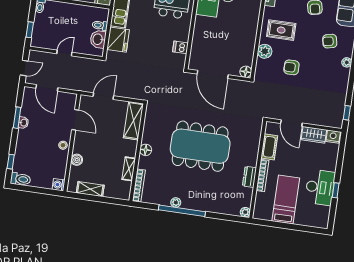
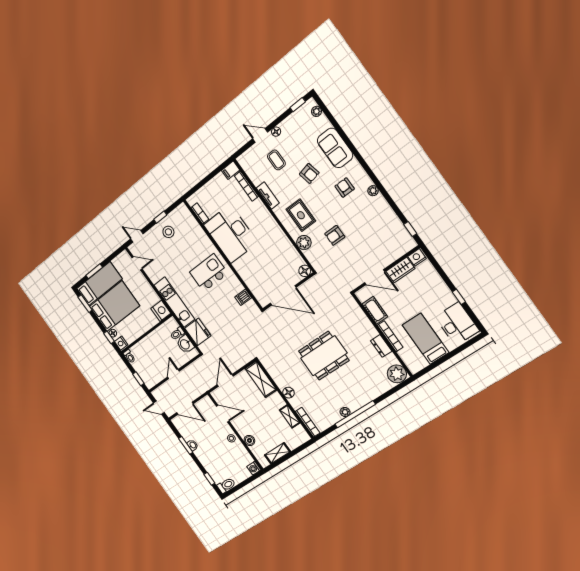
rug: (281, 30) -> (301, 215), turned 90
armchair: (330, 41) -> (345, 188), turned 102
door: (24, 68) -> (159, 408), swing flipped
dining table: (200, 146) -> (324, 356), width x0.73, depth x0.80
desk: (320, 187) -> (457, 324), moved
plant: (245, 212) -> (397, 374), width x1.88, depth x1.88

